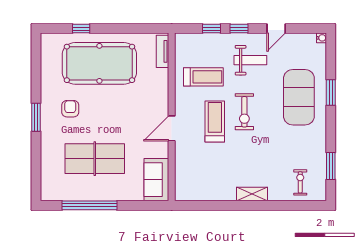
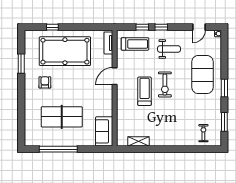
door: (276, 29) -> (199, 27), moved
treadmill: (203, 77) -> (135, 44), moved
window: (331, 92) -> (224, 88), moved
window: (36, 117) -> (21, 64), moved
door: (172, 128) -> (115, 76), moved
shelving: (252, 194) -> (138, 141), moved

